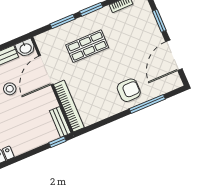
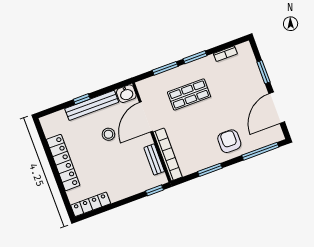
armchair: (129, 90) -> (229, 141), turned -90
window: (147, 104) -> (260, 151), moved
window: (111, 119) -> (210, 170), added
bench: (60, 122) -> (154, 159), moved

